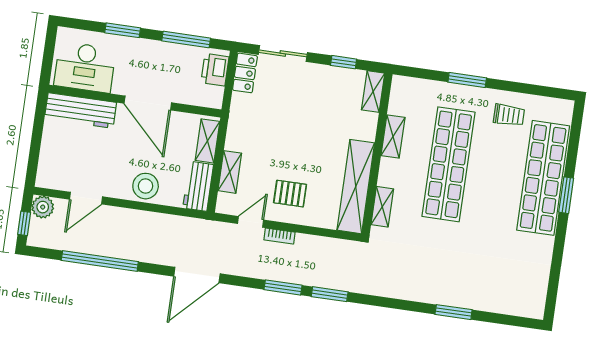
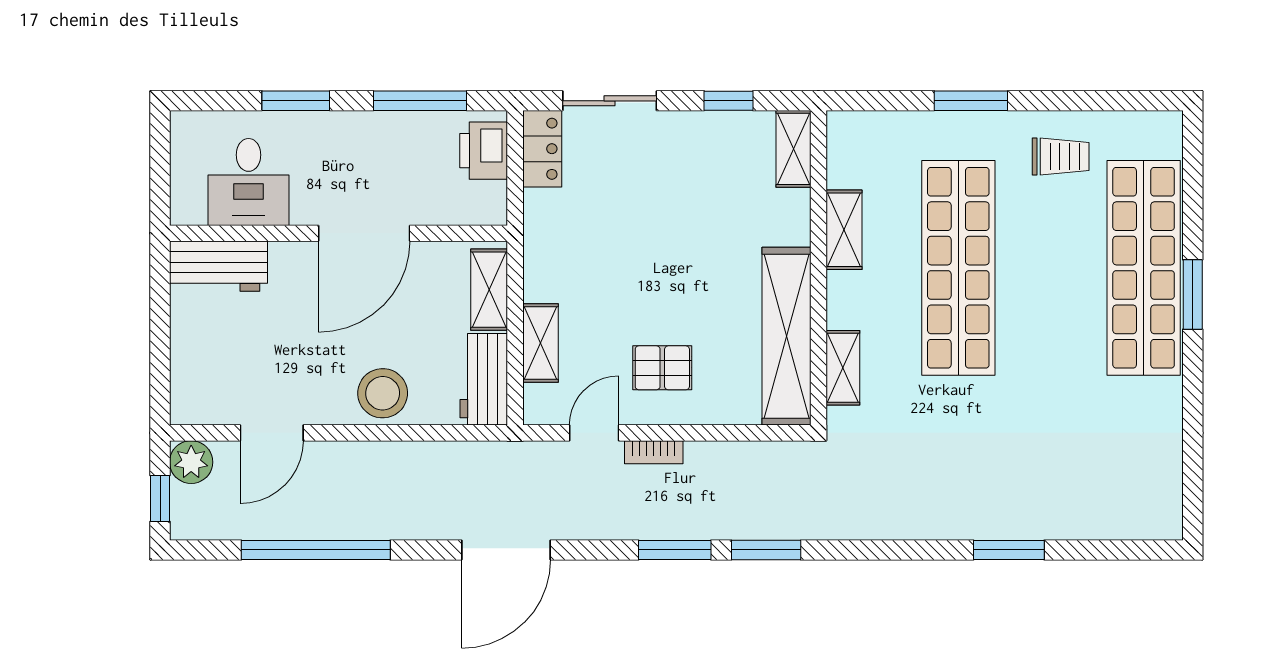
desk: (85, 67) -> (249, 182), width x0.73
door: (148, 103) -> (364, 233), hinge flipped
workbench: (80, 110) -> (219, 266), width x0.73

